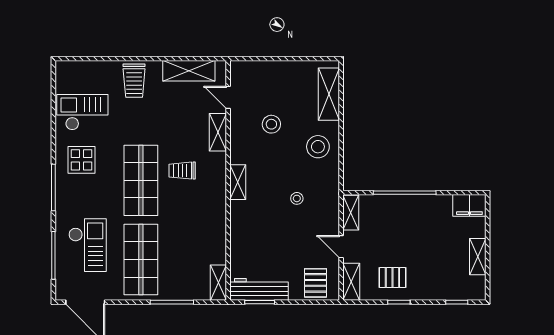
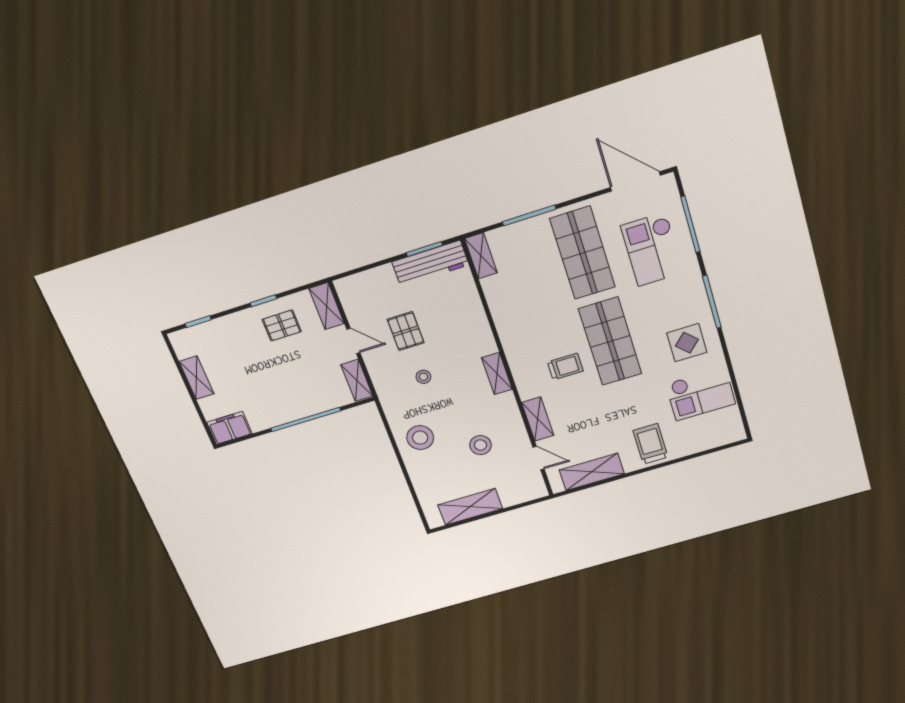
shelving: (329, 94) -> (470, 507), moved, turned 90
pallet: (315, 283) -> (406, 331), moved

